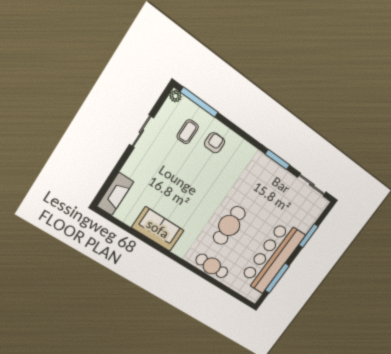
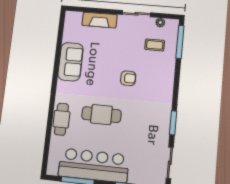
plant: (175, 96) -> (160, 23), moved
armchair: (214, 143) -> (128, 78), moved
fireplace: (115, 194) -> (100, 20), moved

